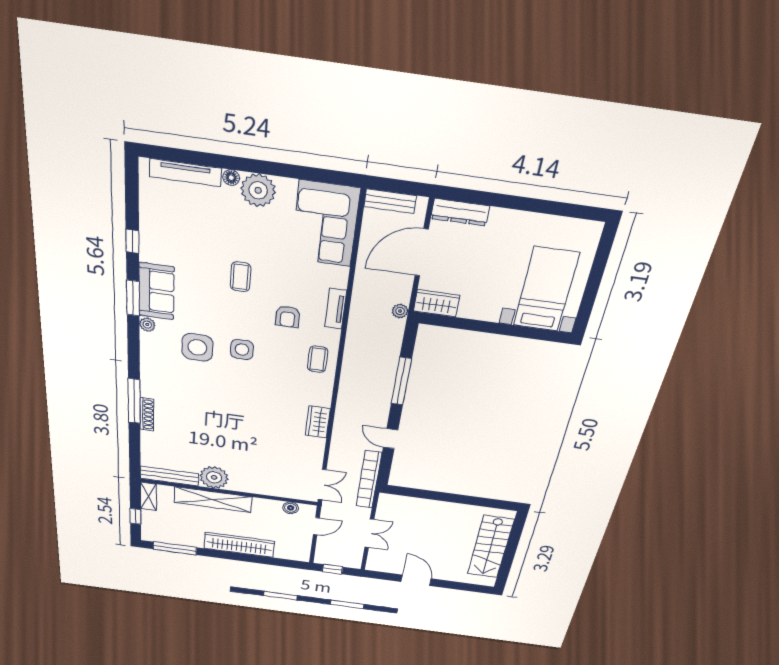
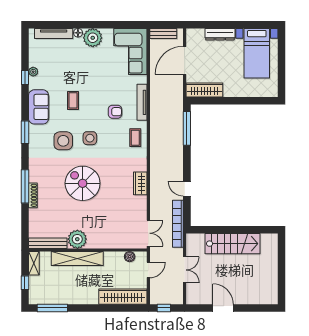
dresser: (460, 212) -> (220, 34), moved
coffee table: (241, 277) -> (73, 100), moved
bed with nightstands: (546, 290) -> (257, 53), moved, turned 180
window: (133, 298) -> (25, 132), moved
wardrobe: (437, 303) -> (204, 90), width x1.50
tv unit: (336, 309) -> (142, 102), width x1.41
plant: (400, 311) -> (179, 98), removed
armchair: (288, 317) -> (115, 112), turned -90
plant: (147, 325) -> (33, 72), moved
window: (401, 381) -> (187, 128), moved
spiral stairs: (226, 410) -> (83, 183), added
wardrobe: (239, 545) -> (123, 297), moved
stairs: (491, 547) -> (232, 244), moved, turned -90

